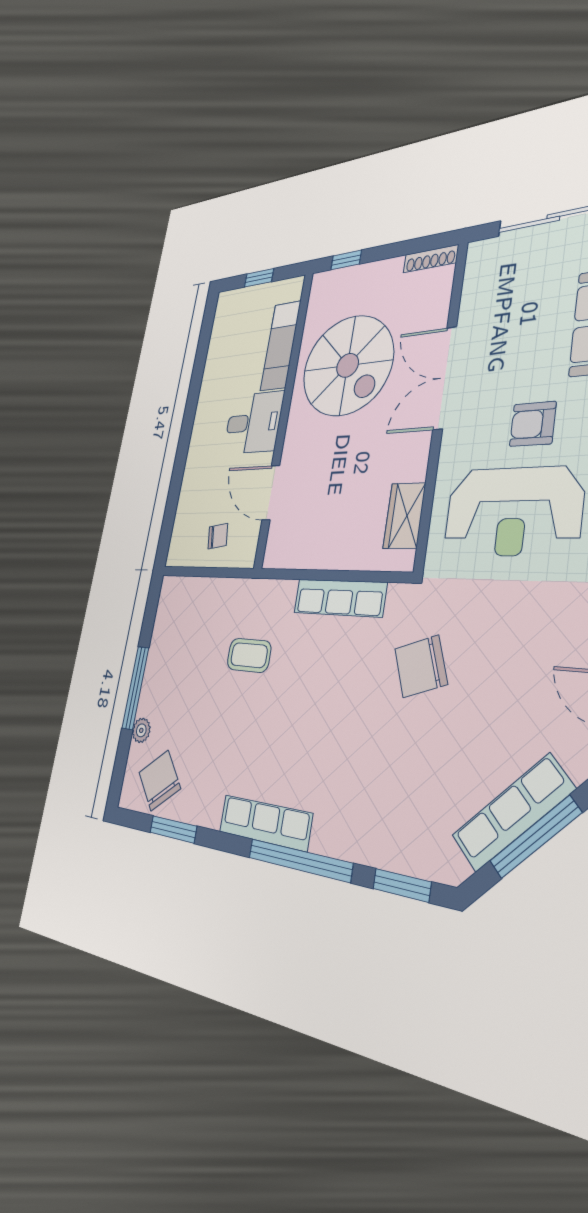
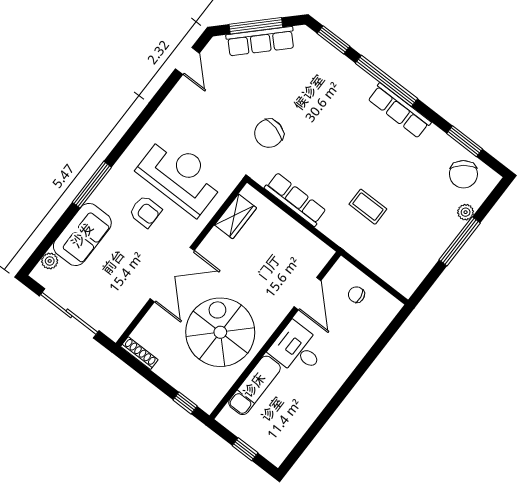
chair: (421, 666) -> (269, 133), turned 124

